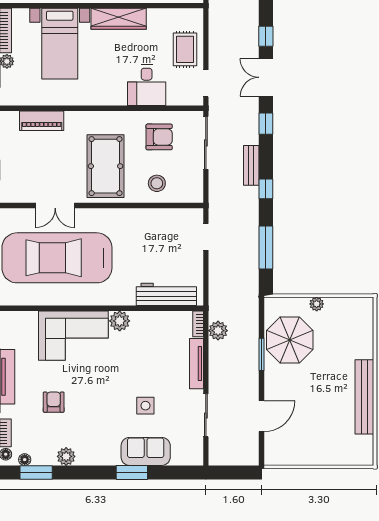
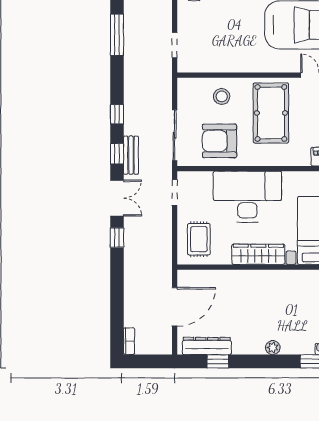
rug: (185, 49) -> (199, 239), moved
desk: (147, 85) -> (247, 197), width x1.87, depth x1.30
armchair: (159, 137) -> (220, 141), width x1.36, depth x1.36
bench: (251, 165) -> (131, 155), moved
window: (266, 189) -> (117, 114), moved

